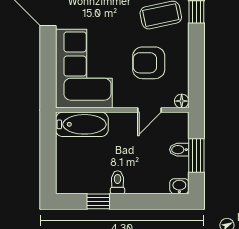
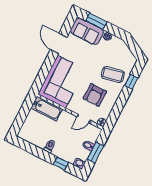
armchair: (149, 63) -> (95, 95), turned -90
window: (98, 201) -> (61, 164), moved

